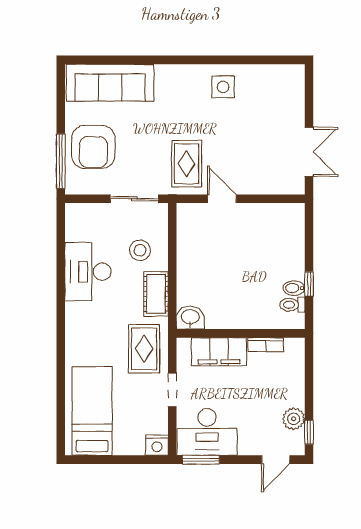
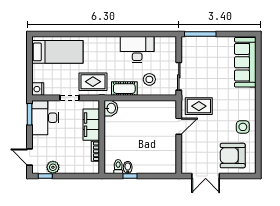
armchair: (93, 147) -> (233, 156), moved

